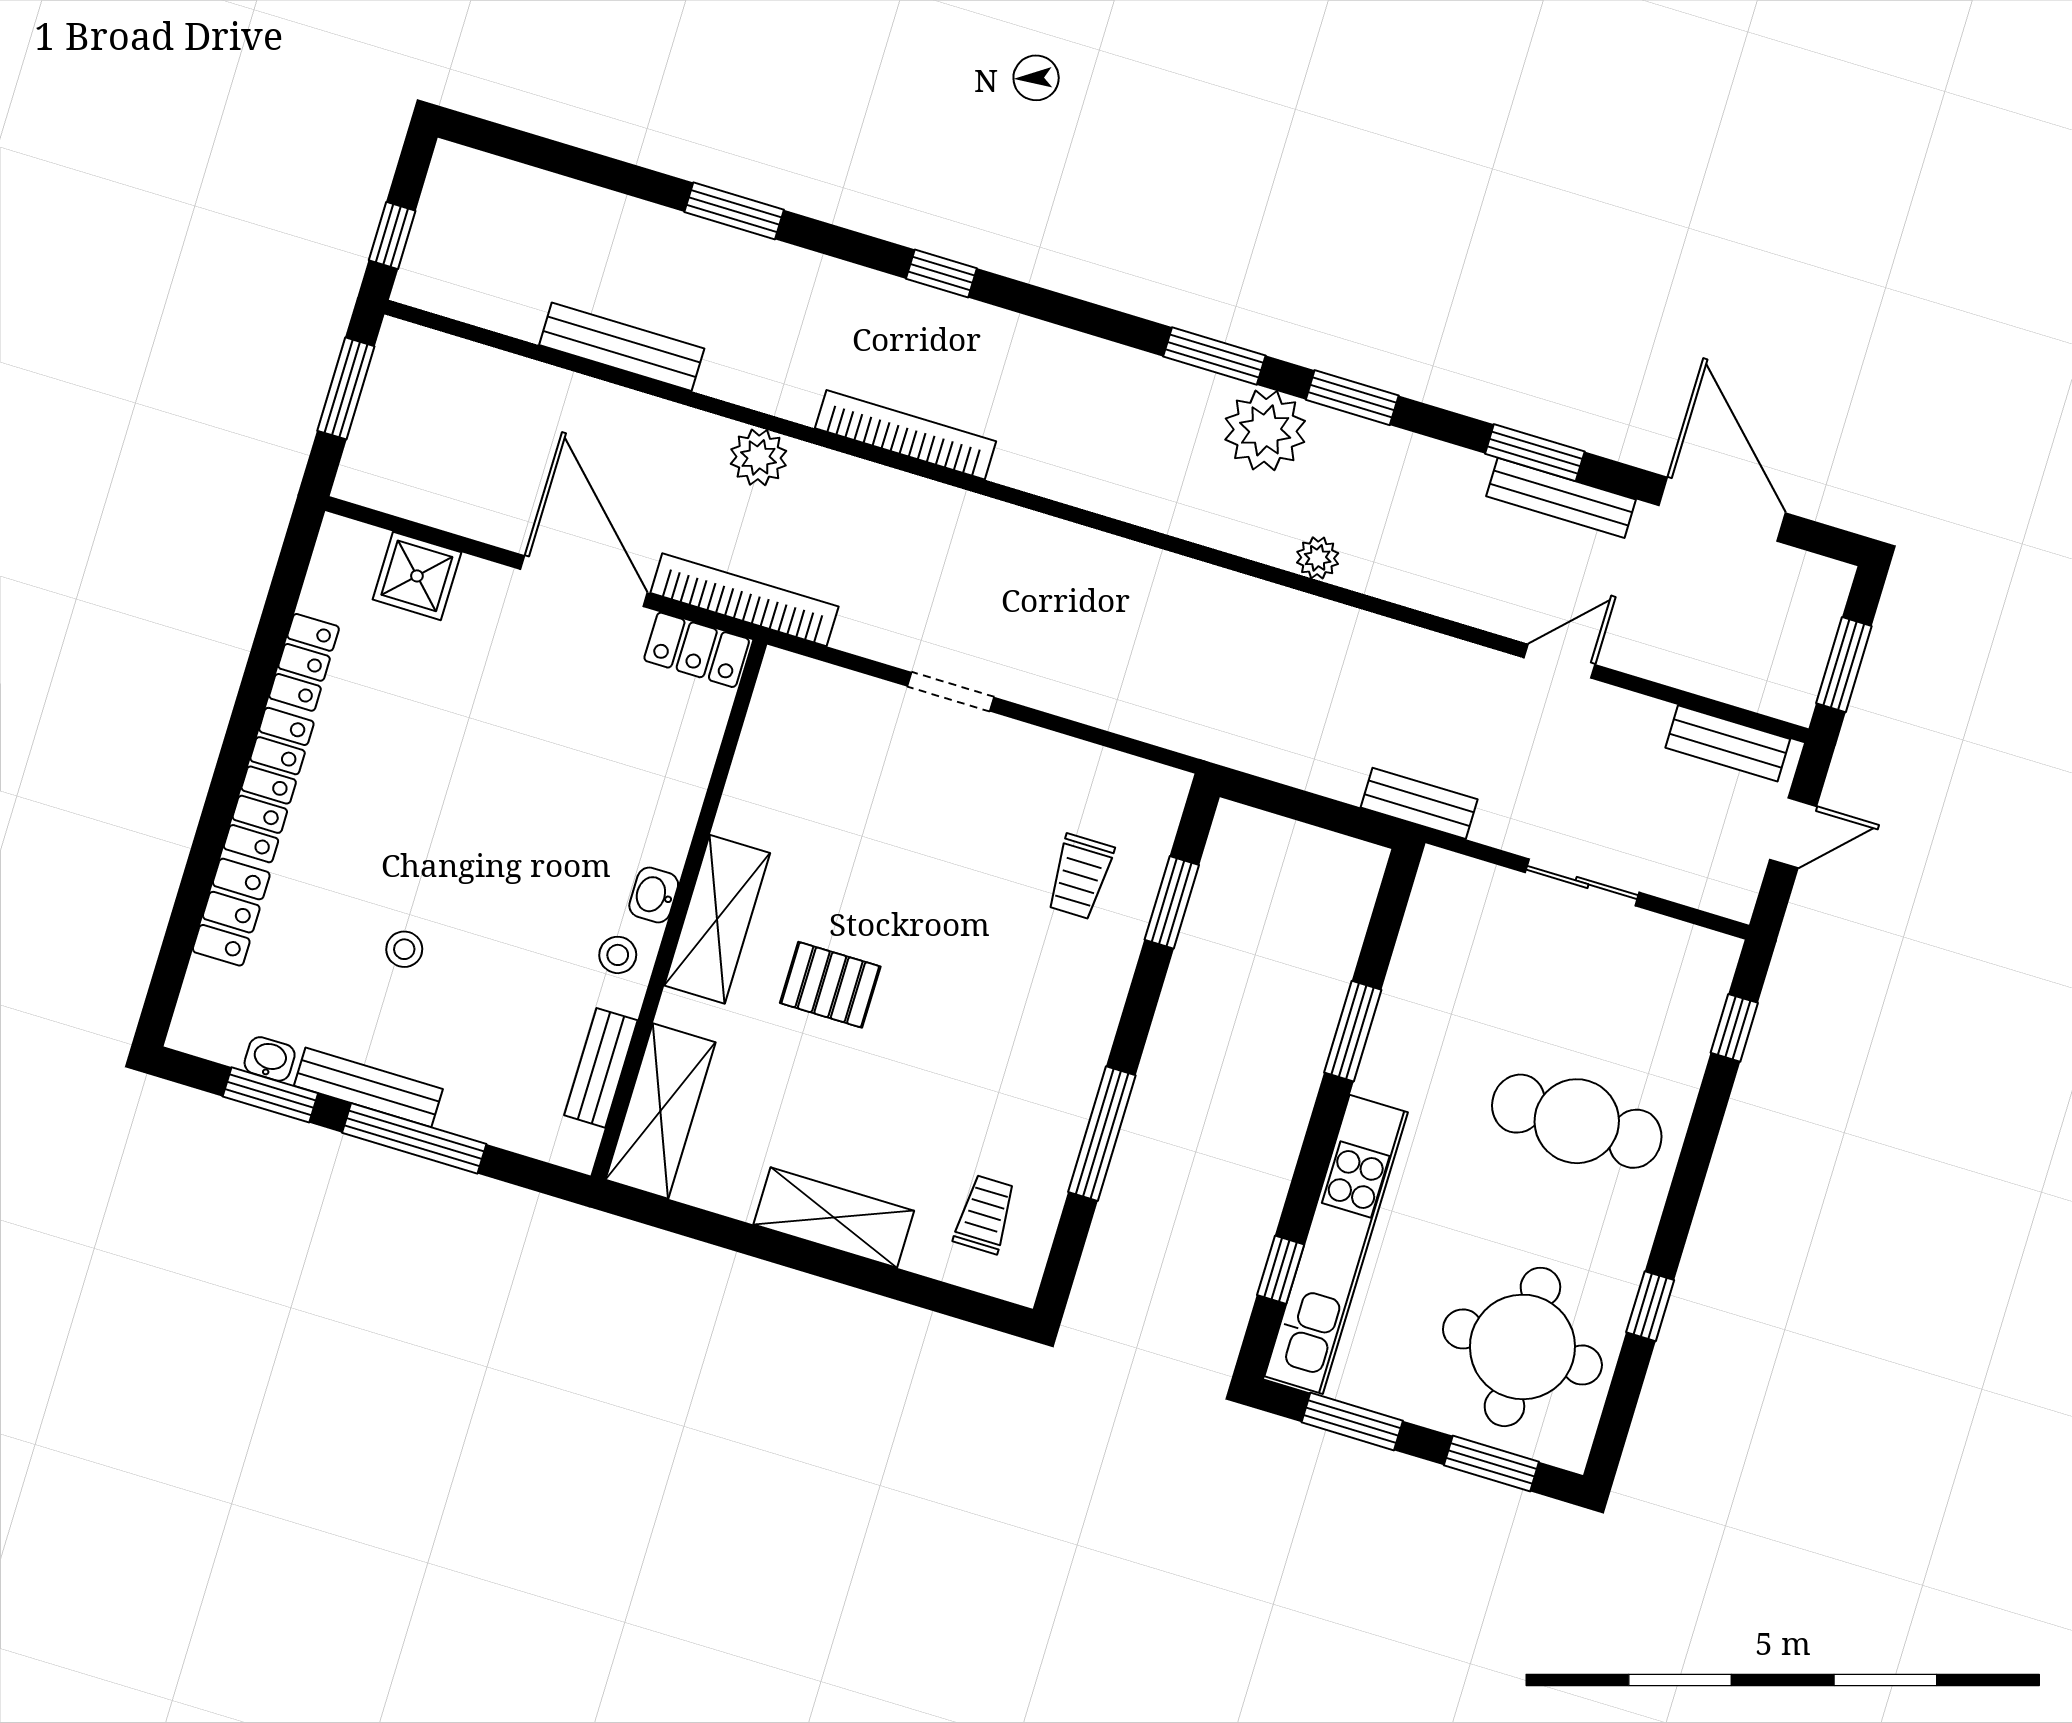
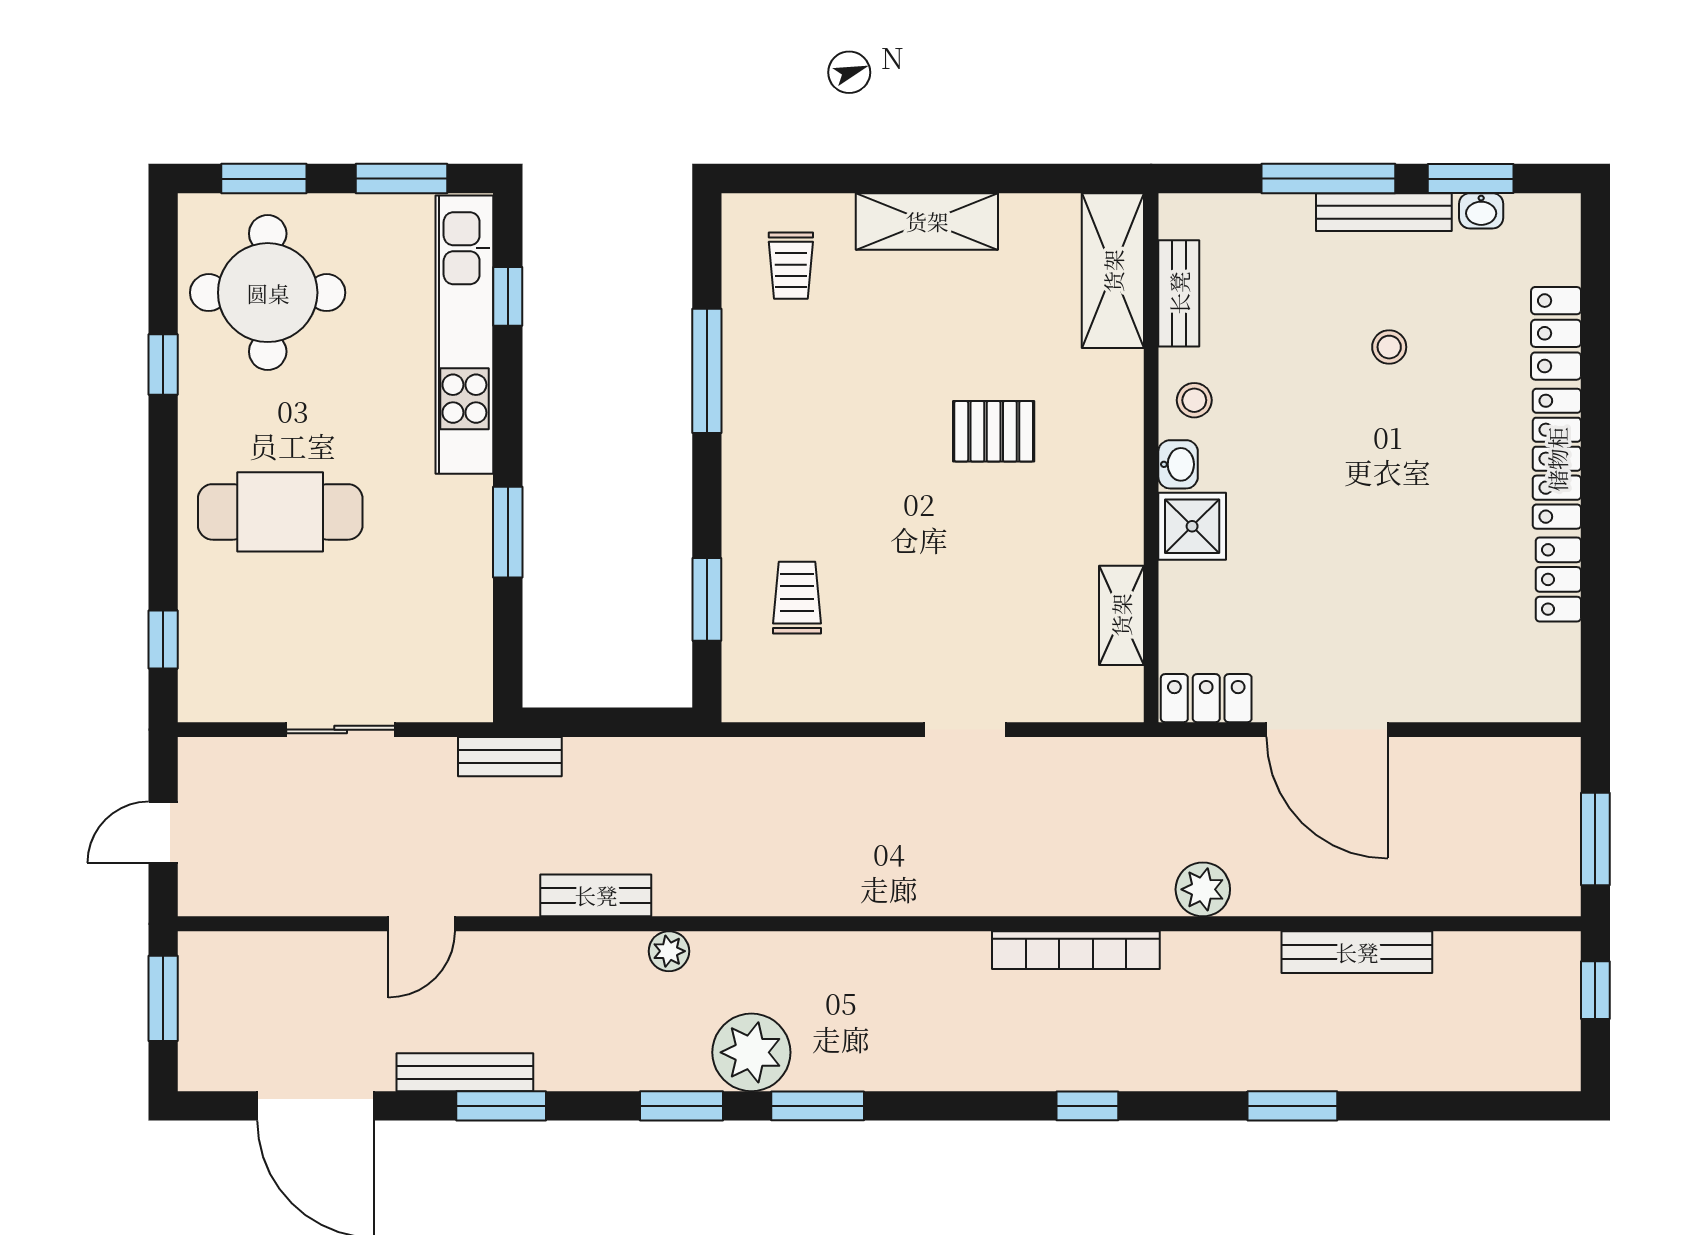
shower: (417, 576) -> (1192, 526), moved
bookcase: (744, 600) -> (1177, 757), removed
bench: (1728, 743) -> (596, 895), moved
shelving: (717, 919) -> (1121, 615), moved, width x0.67, depth x0.75

